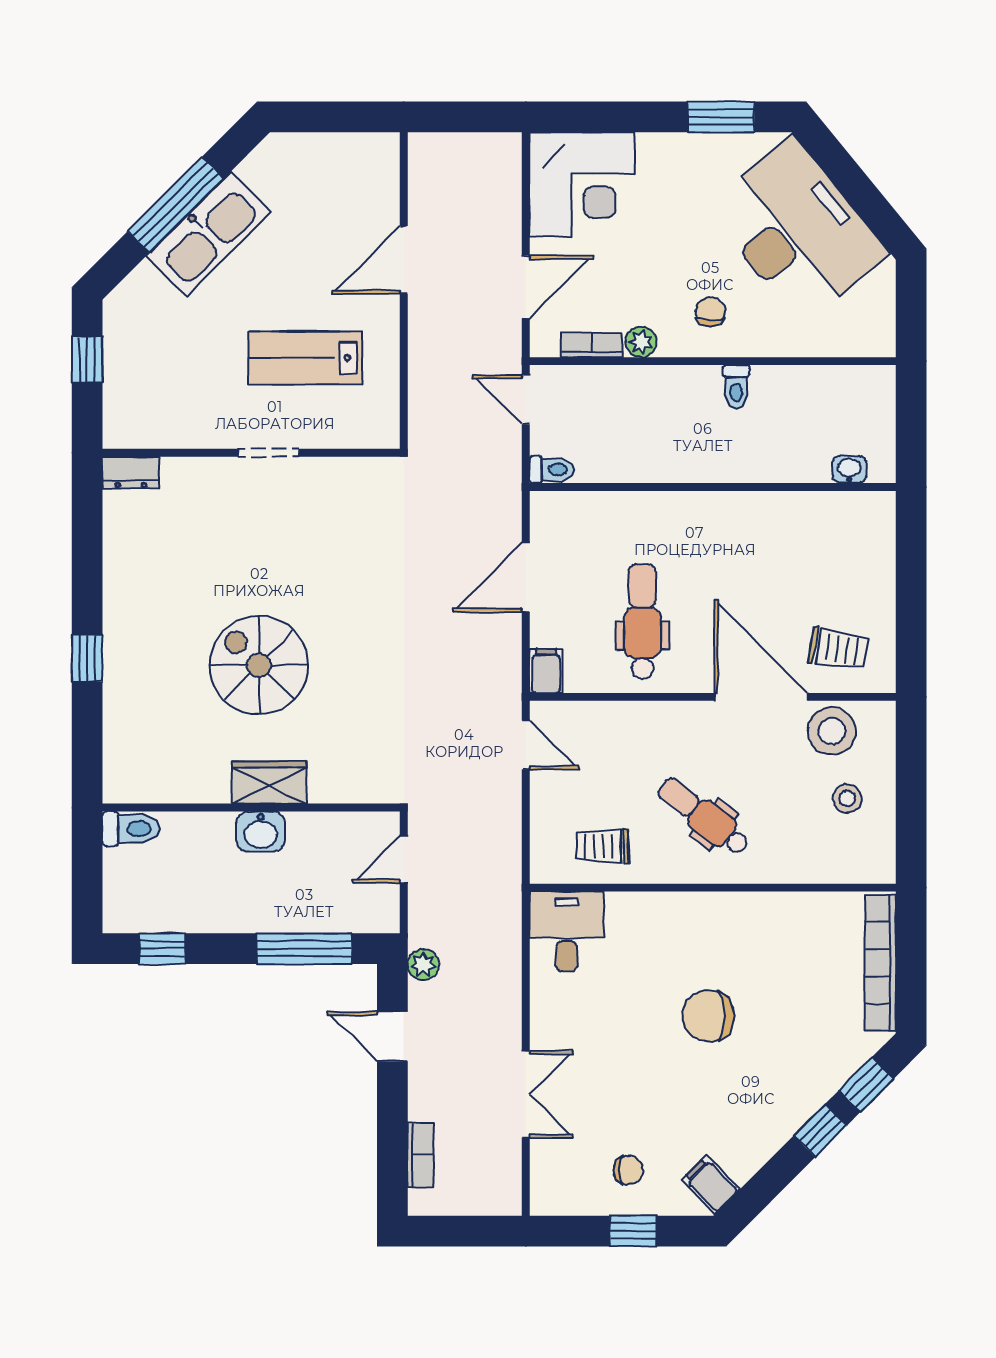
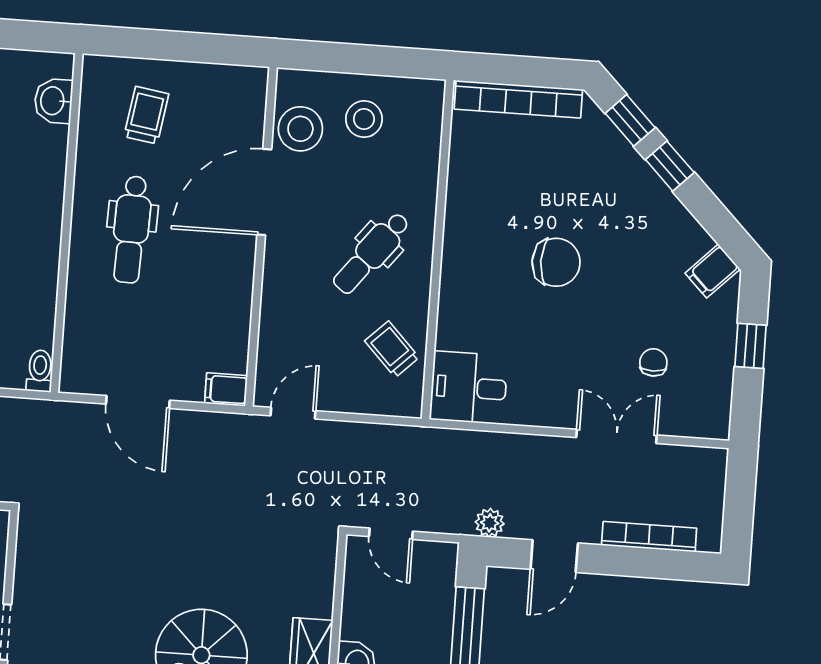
washbasin: (849, 470) -> (53, 101), width x1.38, depth x1.45
dental chair: (642, 621) -> (131, 230), moved, turned -88
trolley: (838, 649) -> (146, 115), moved
stool: (847, 798) -> (364, 119), width x1.37, depth x1.37
trolley: (602, 846) -> (392, 349), turned 136
chair: (708, 1016) -> (556, 262), turned -90
bookcase: (420, 1155) -> (649, 537), width x1.56
chair: (628, 1170) -> (653, 362), moved

